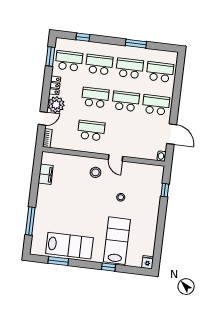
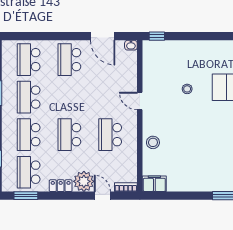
school desk: (126, 101) -> (69, 97), removed
door: (172, 134) -> (103, 36), swing flipped
door: (116, 158) -> (140, 101), swing flipped
stool: (95, 172) -> (153, 142), moved
filing cabinet: (46, 174) -> (154, 184), moved
window: (165, 190) -> (157, 36), moved

